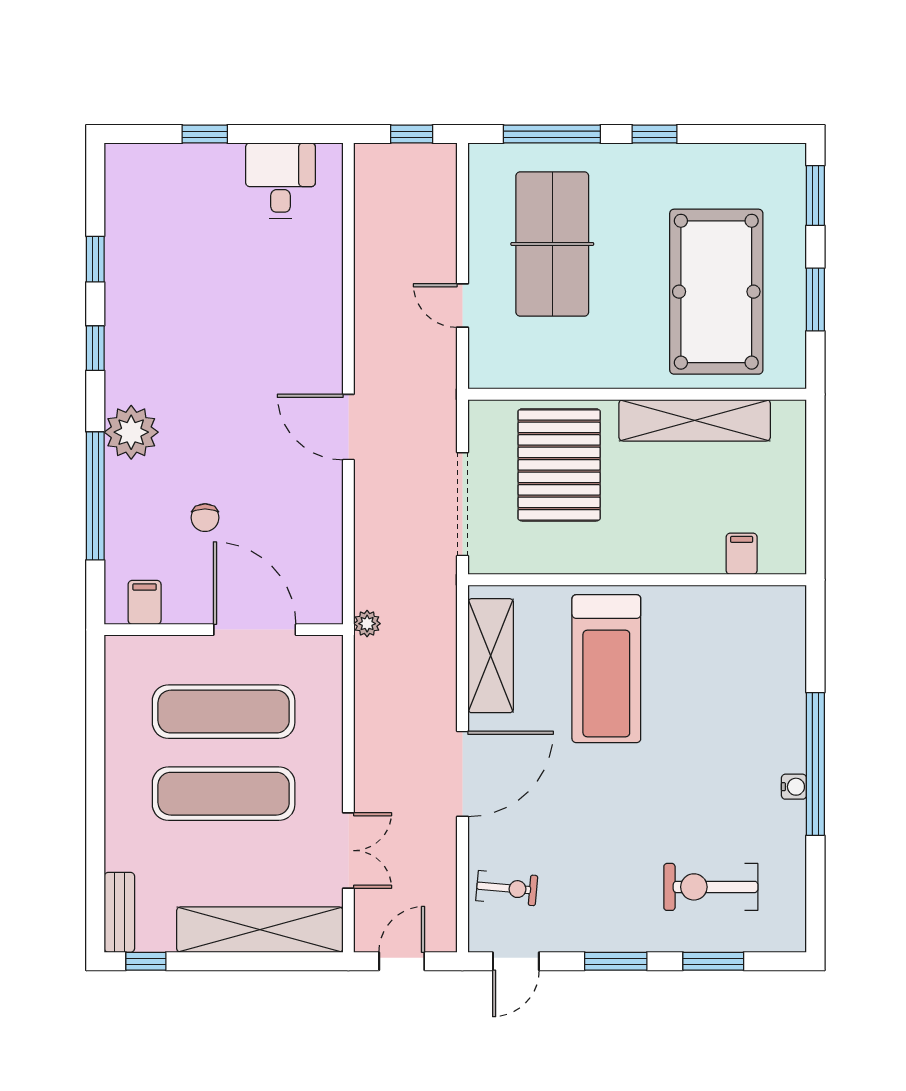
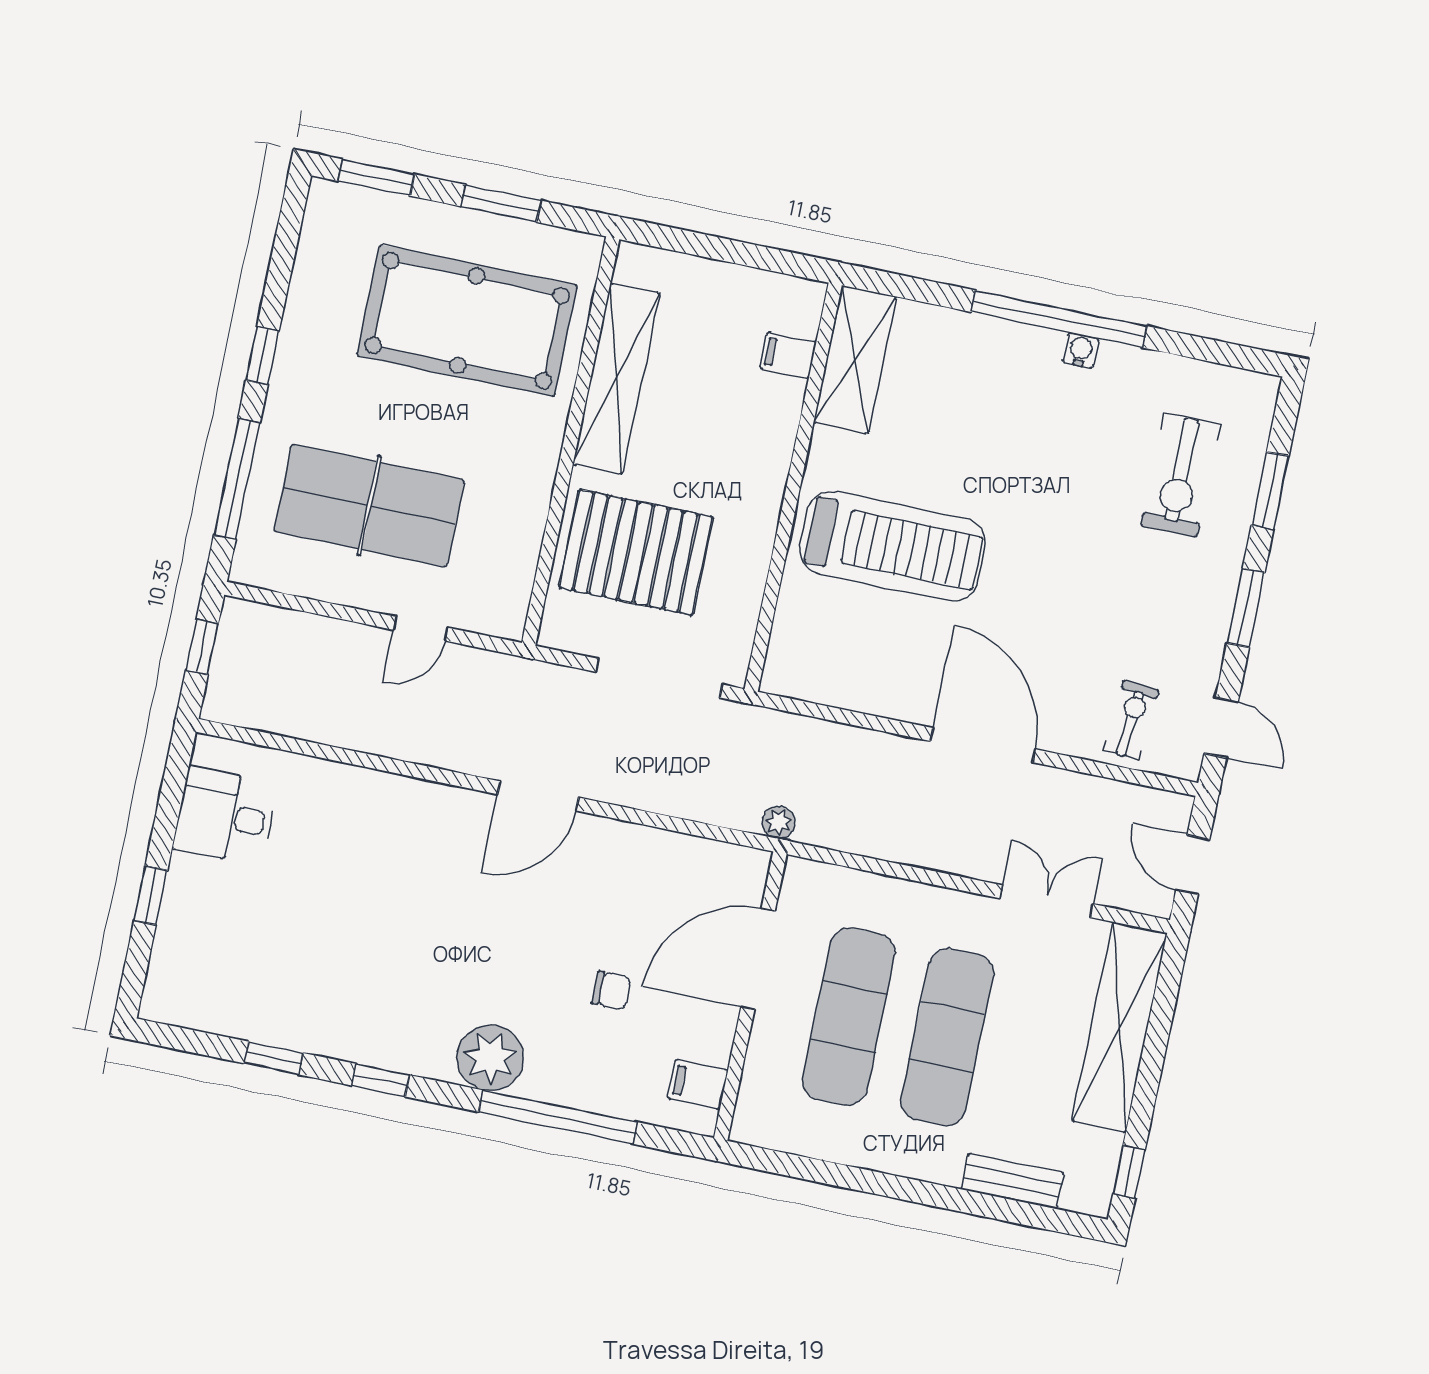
shelving: (491, 656) -> (855, 359), moved, turned 90
bench: (119, 912) -> (1013, 1181), moved

